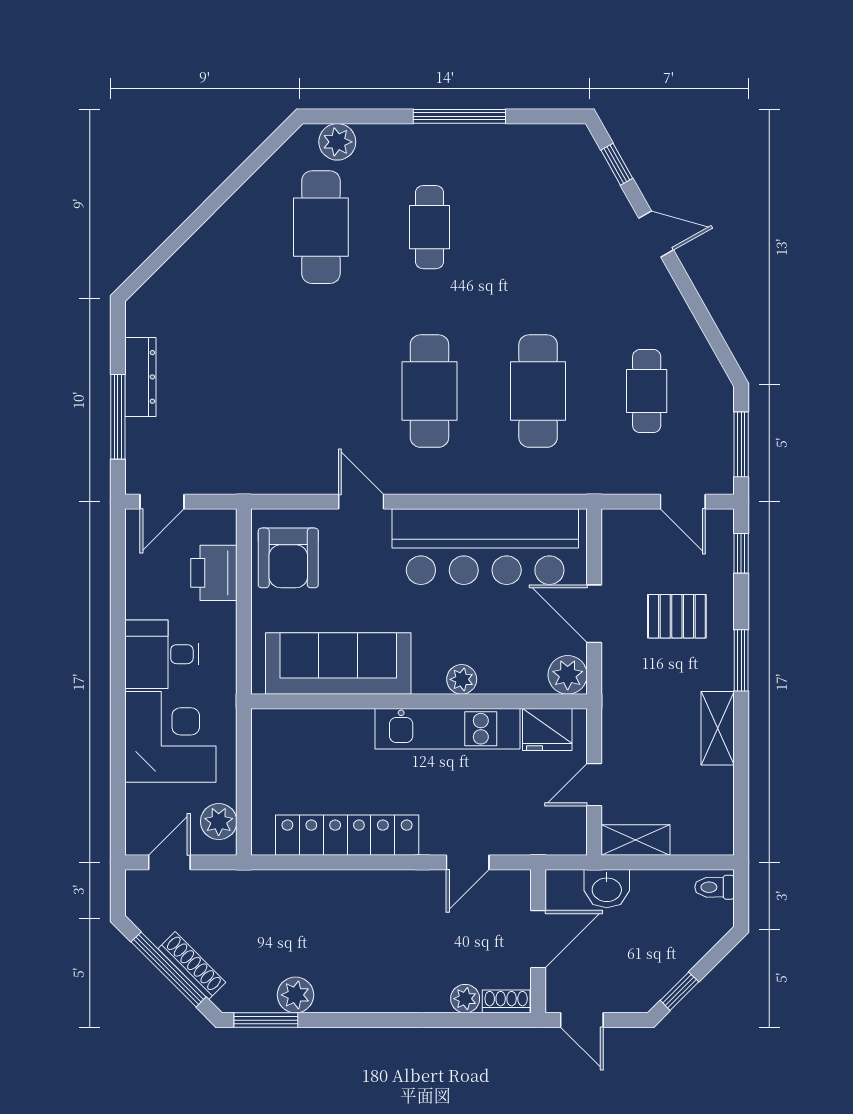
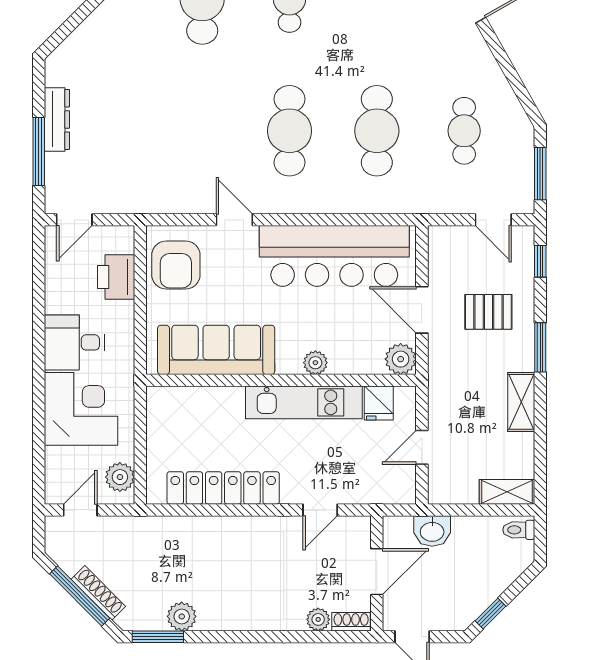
fridge: (547, 730) -> (379, 403), width x0.72
shelving: (635, 840) -> (507, 492), moved

